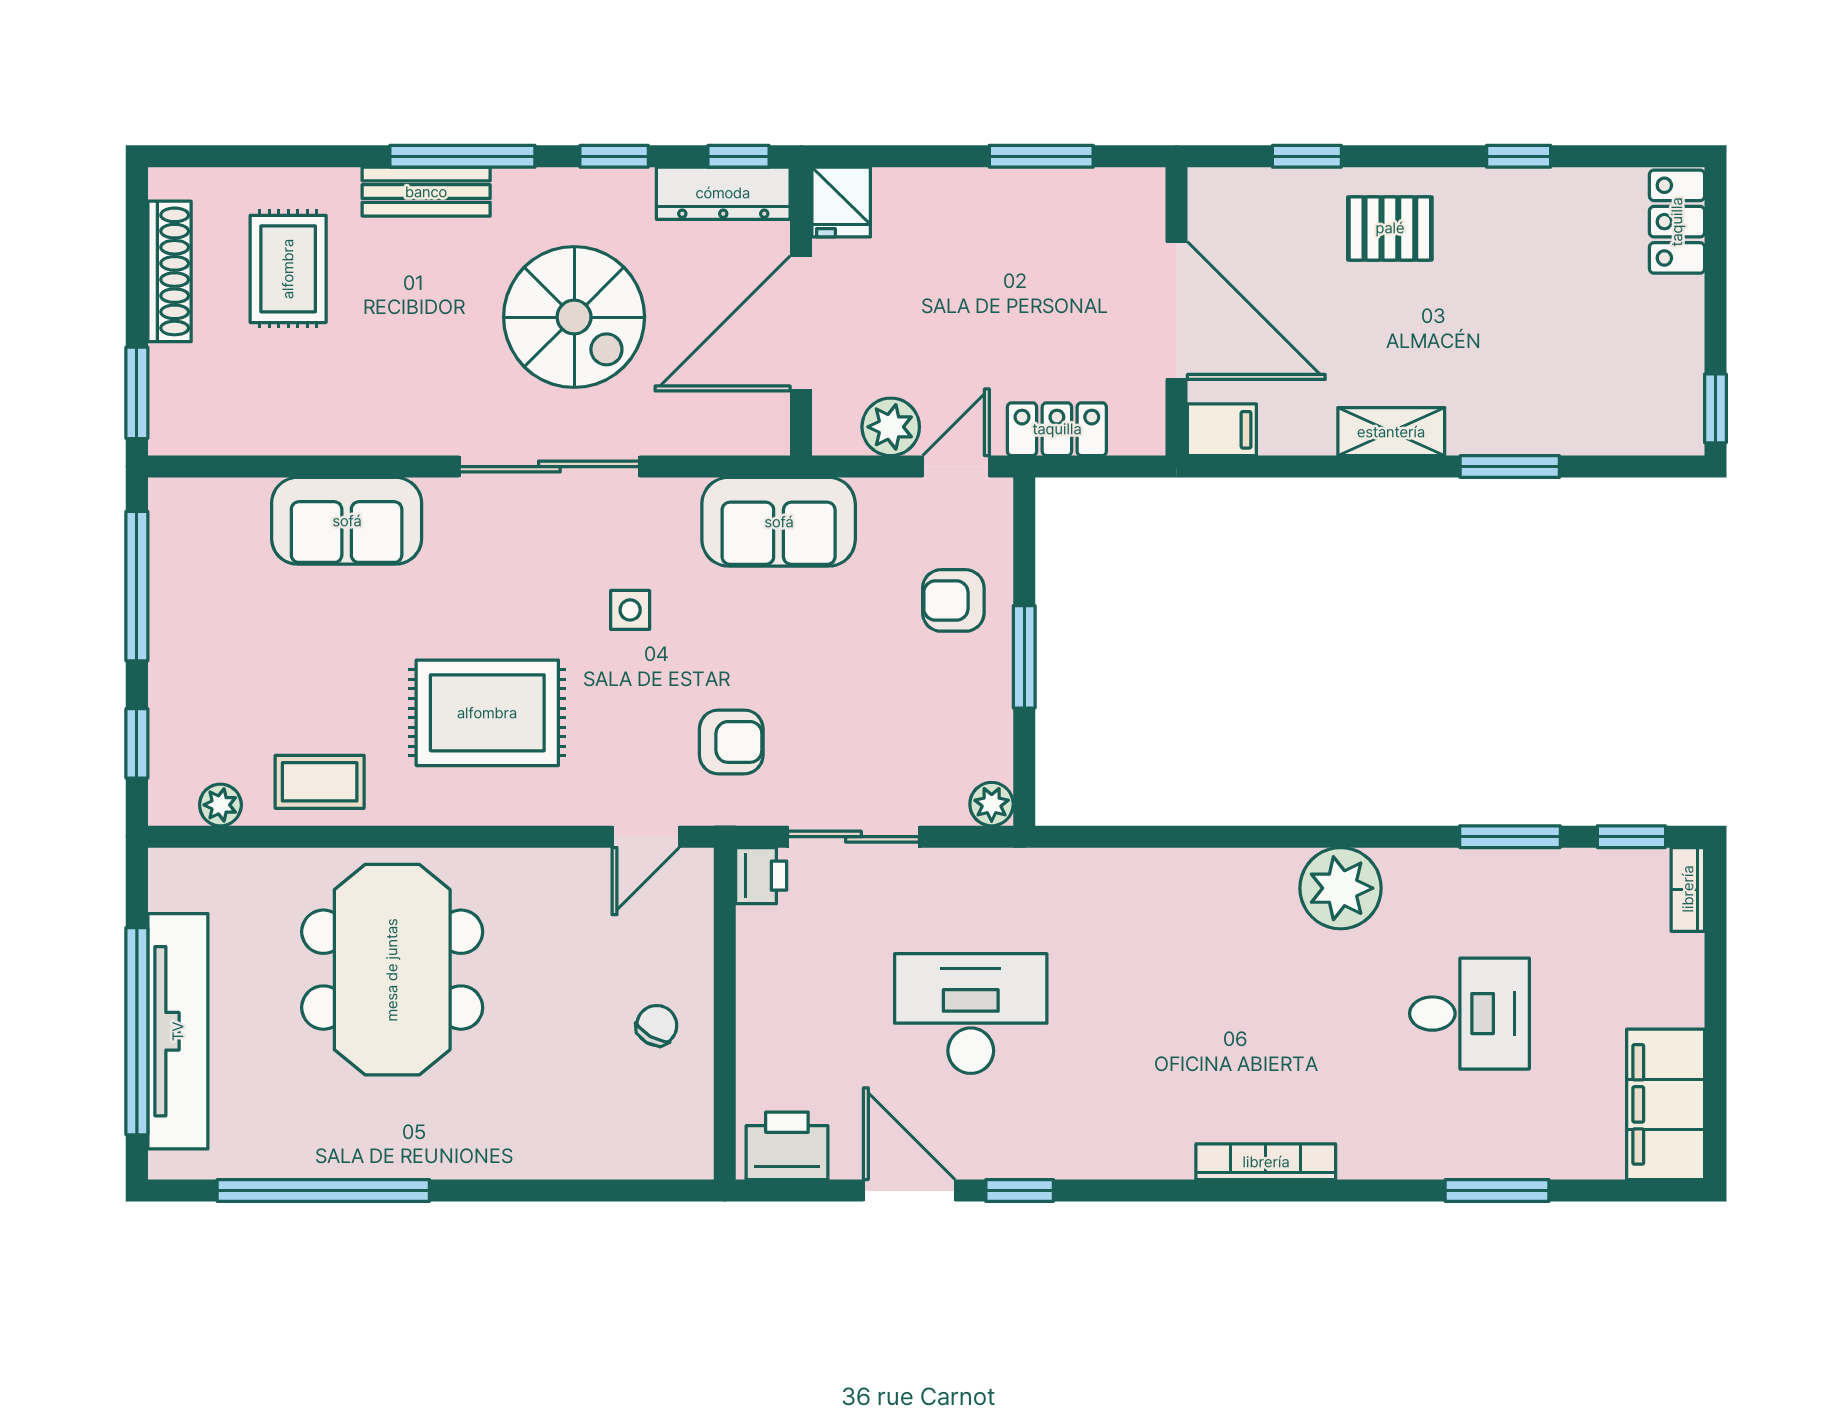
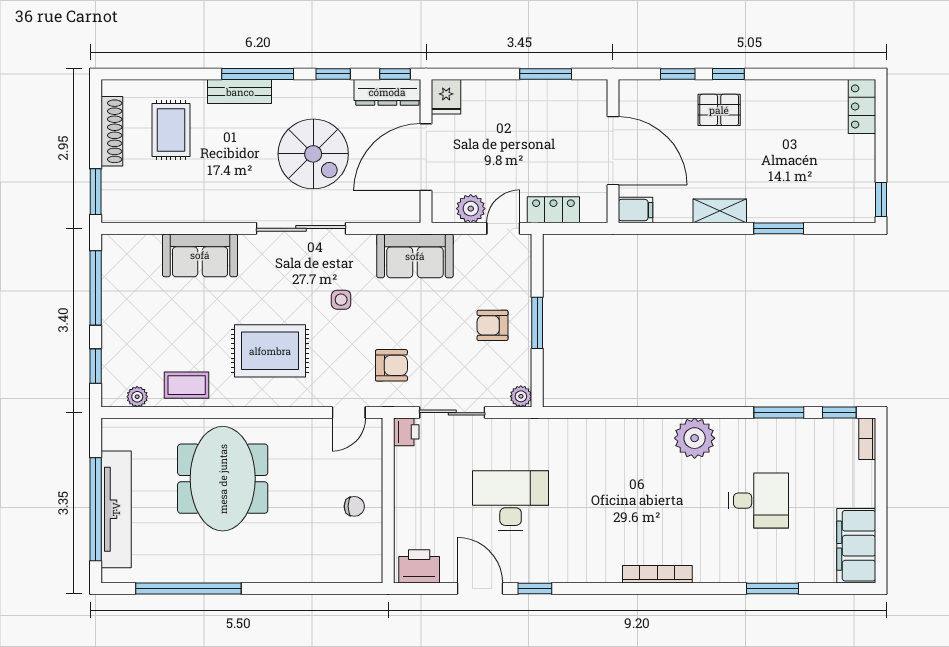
window: (1519, 156) -> (728, 74), moved
armchair: (953, 600) -> (493, 325), moved
chair: (657, 1025) -> (354, 506), turned 60

